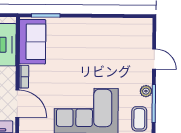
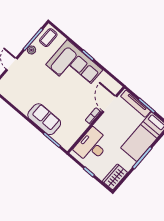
sofa: (32, 42) -> (44, 119), moved, turned 90

